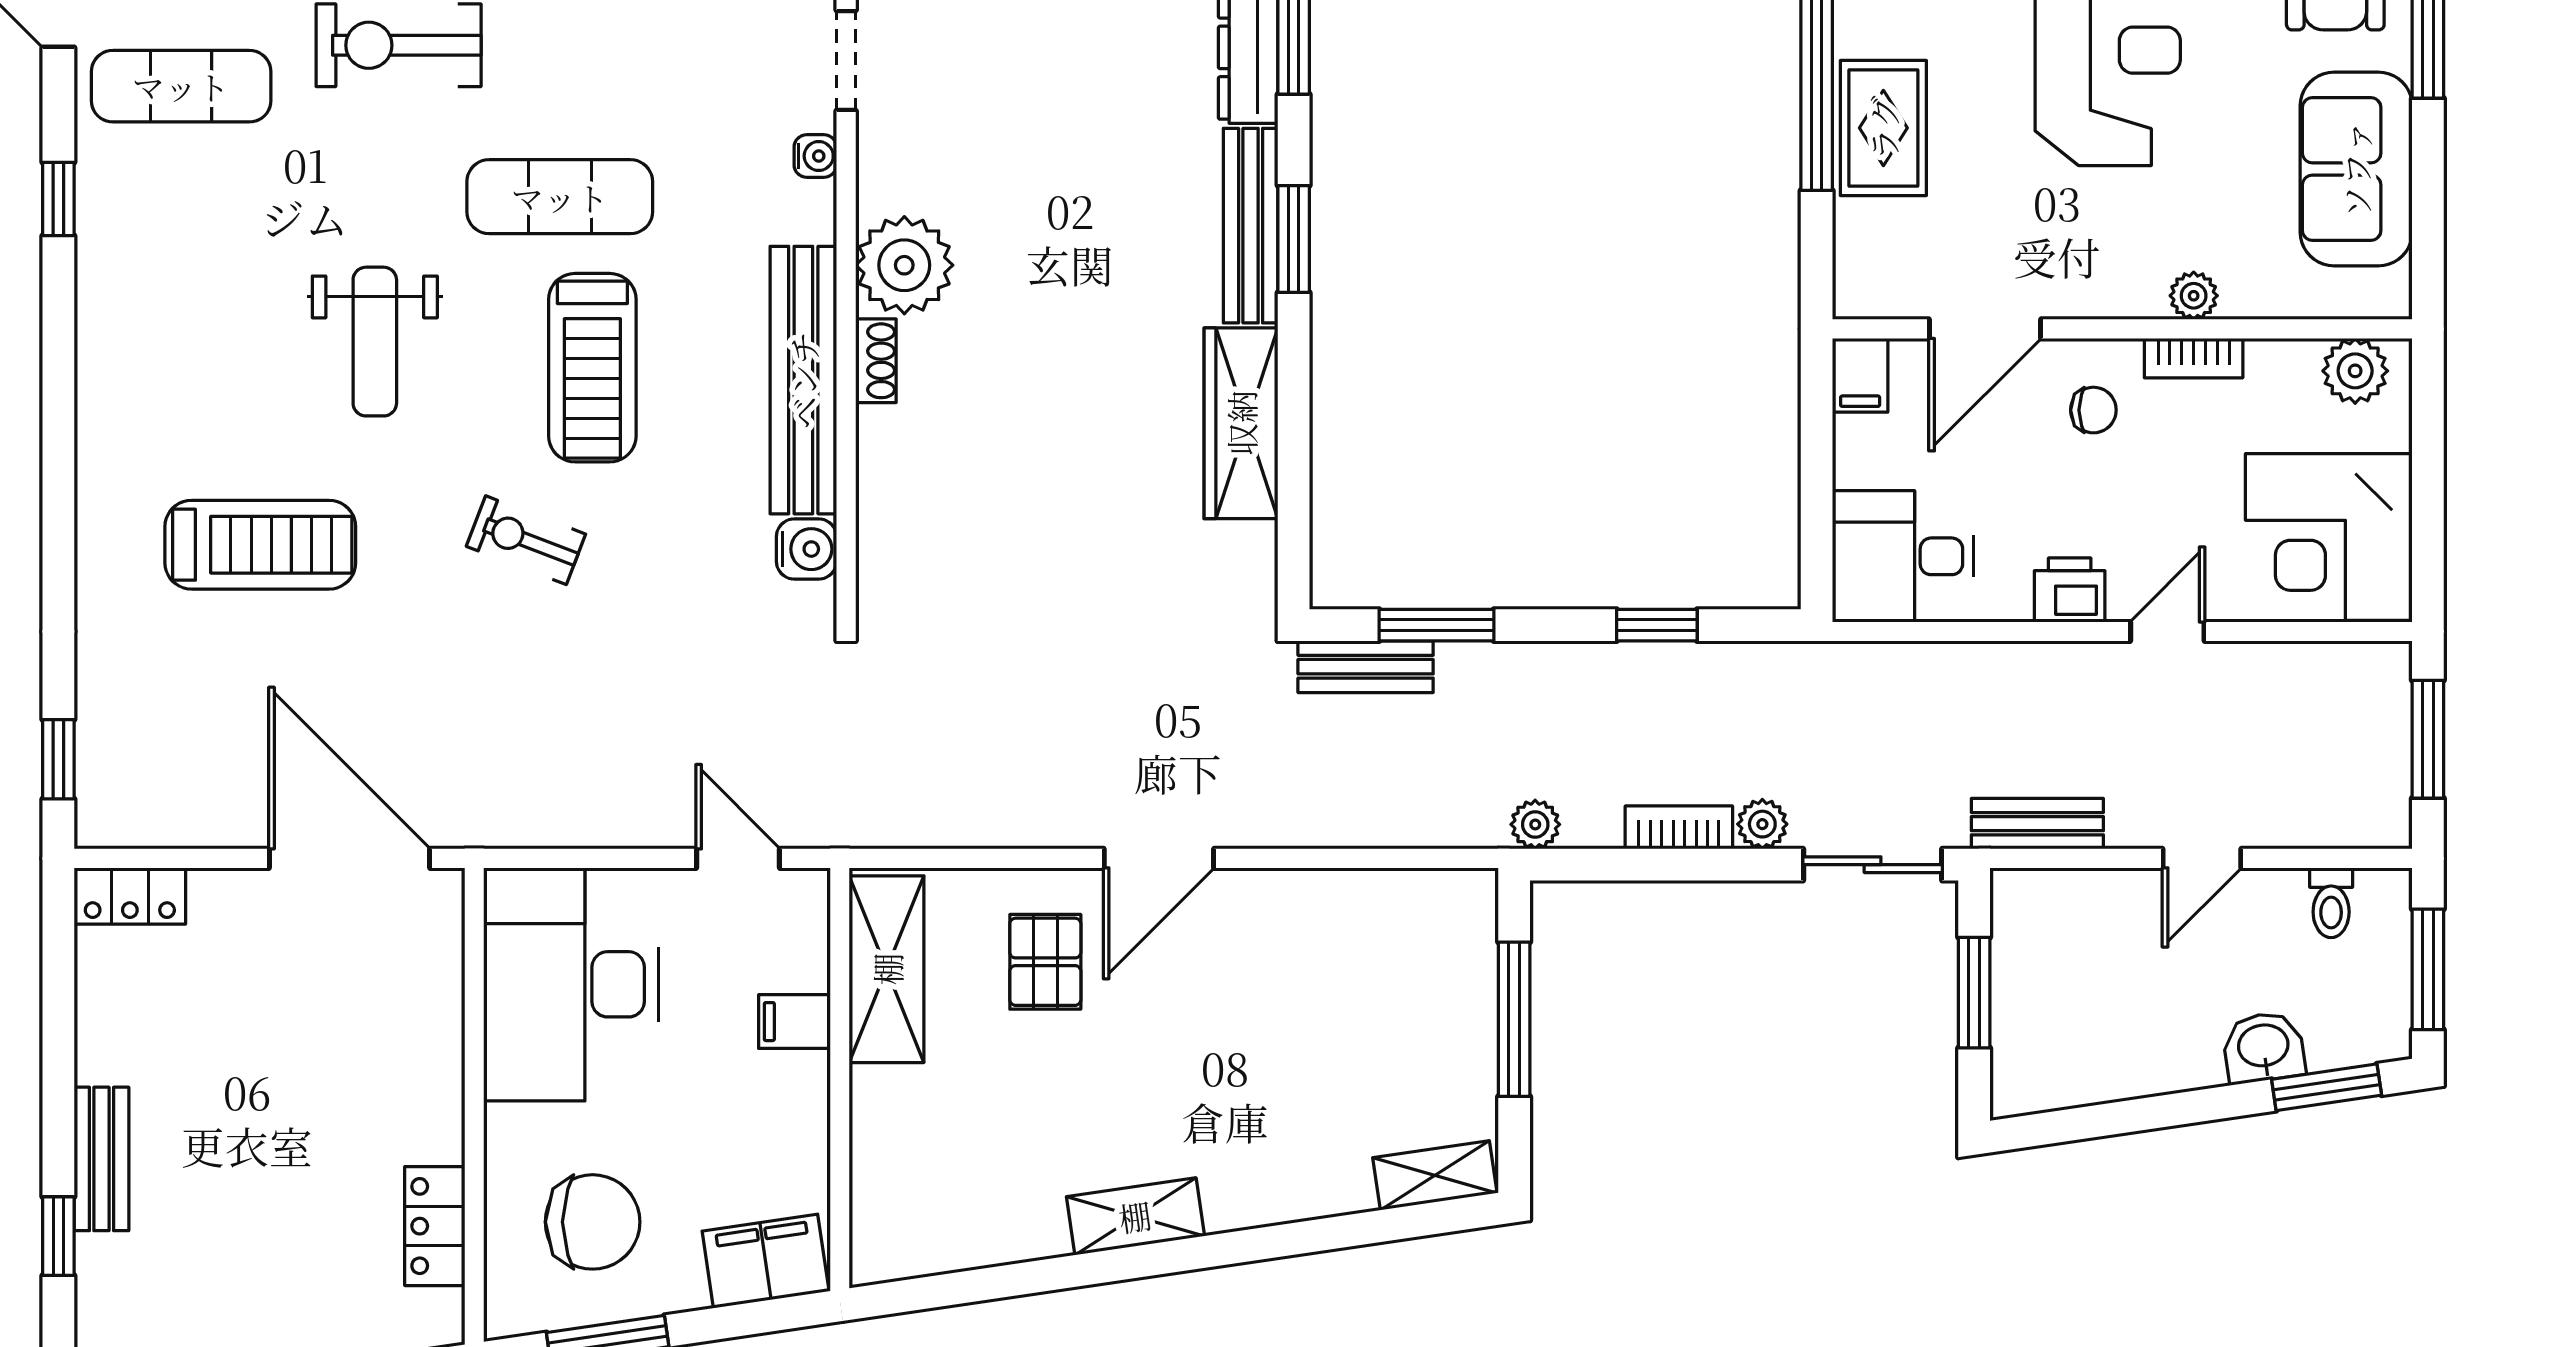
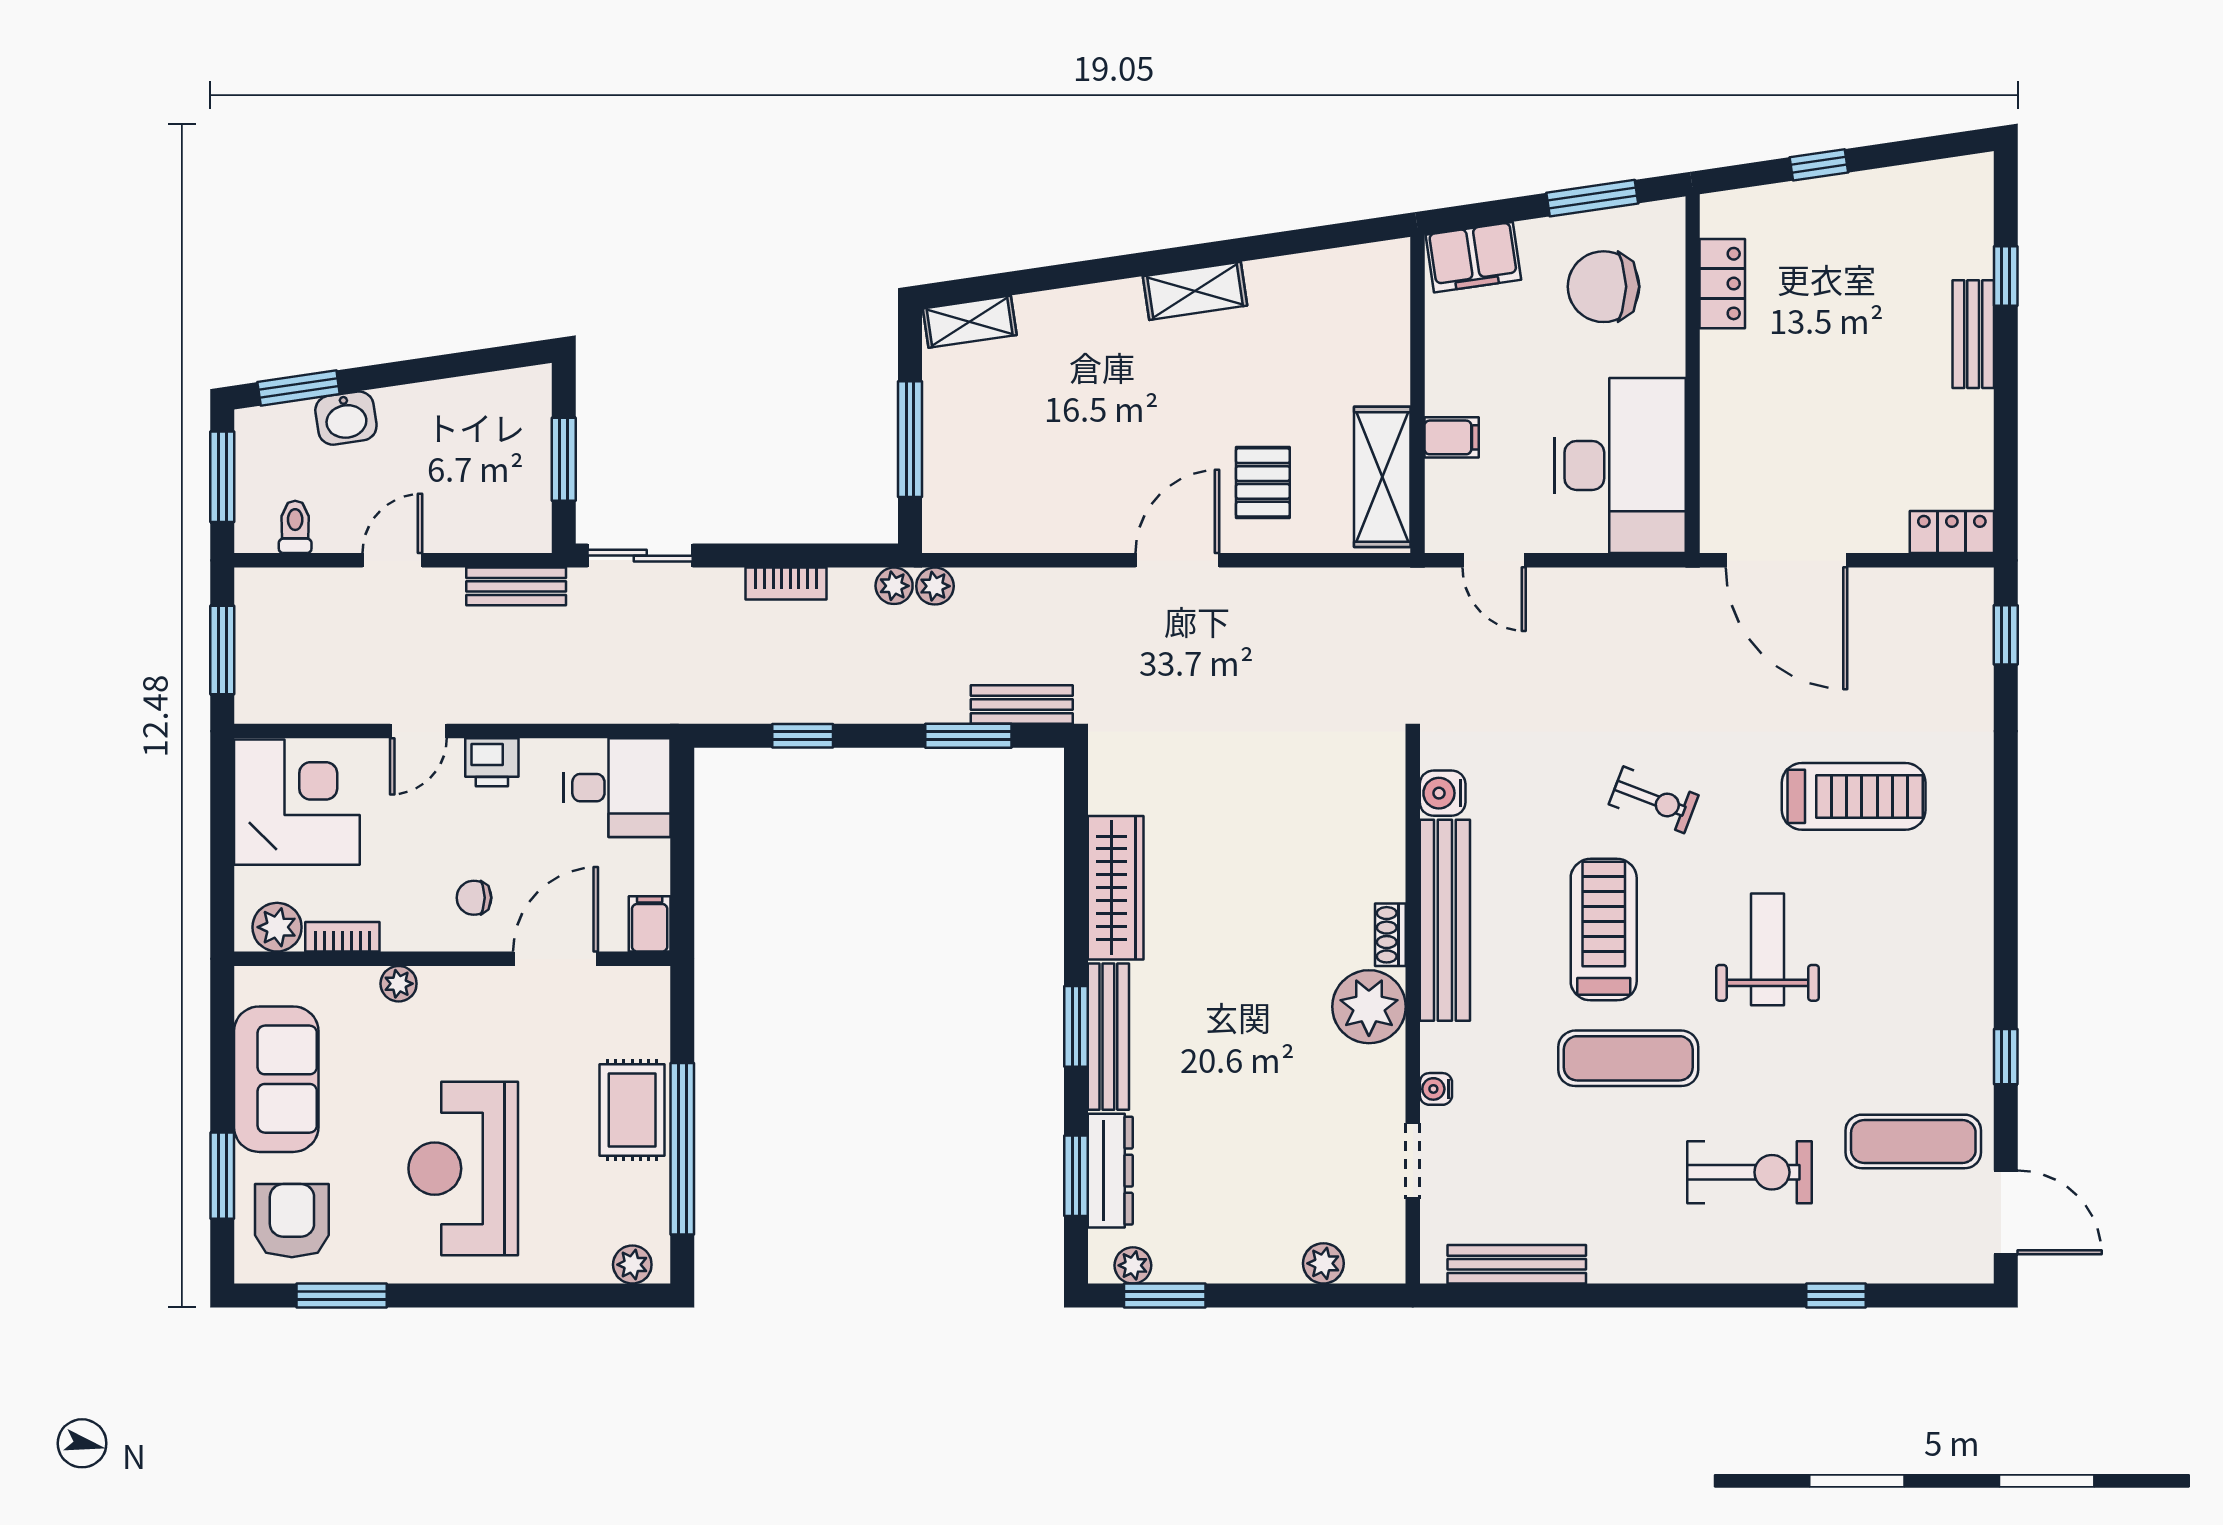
bookcase: (2194, 358) -> (342, 937), moved
treadmill: (260, 545) -> (1854, 796), turned 180
plant: (1762, 824) -> (935, 586), moved

